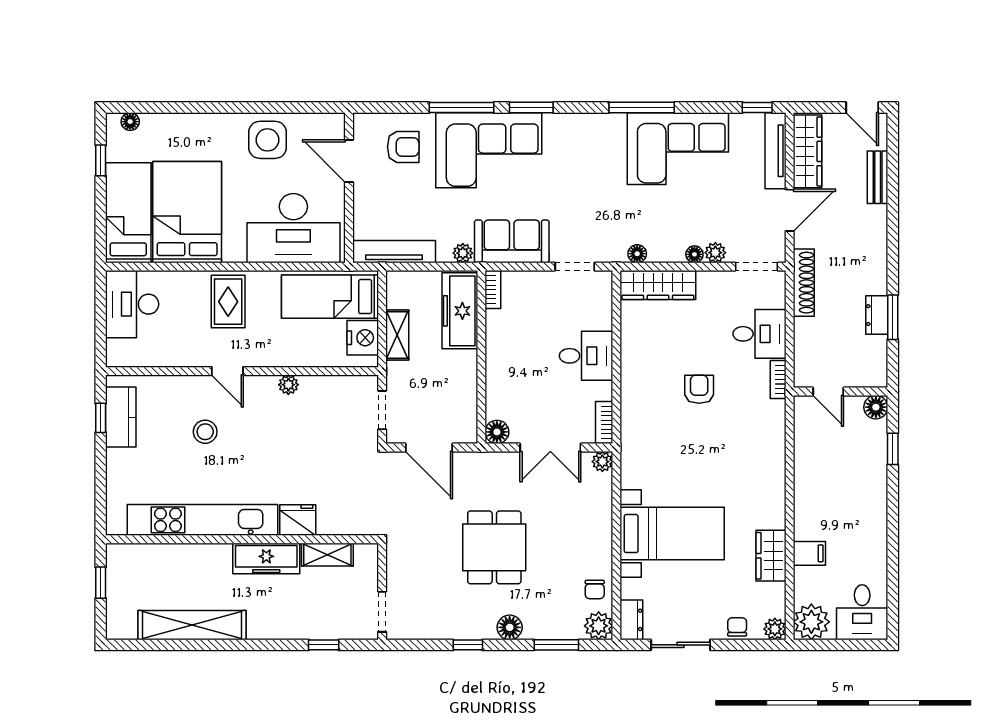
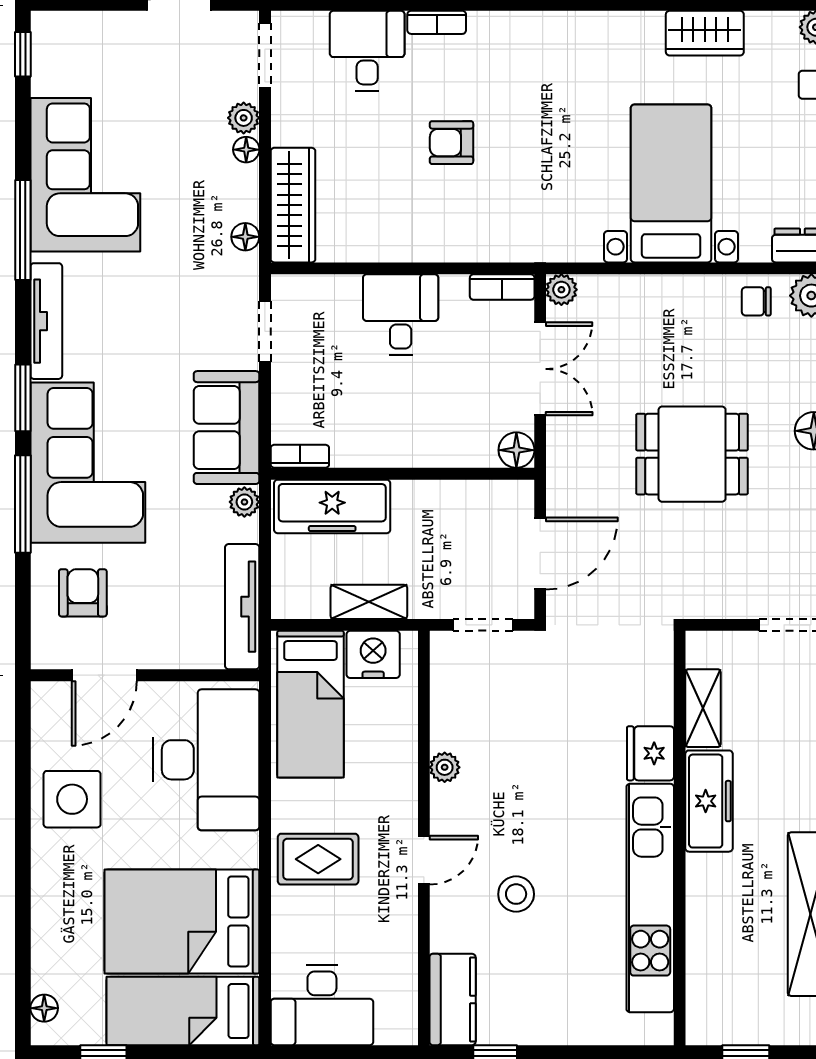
tv unit: (775, 151) -> (46, 321), moved, turned -90
kitchen counter: (121, 417) -> (453, 999), moved, turned 90
chair: (595, 590) -> (756, 301), turned 180

